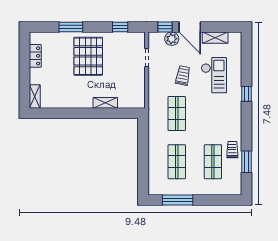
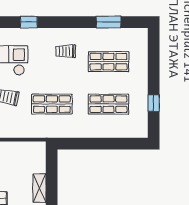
trolley: (232, 150) -> (66, 51), moved
window: (178, 200) -> (154, 103), width x0.46

